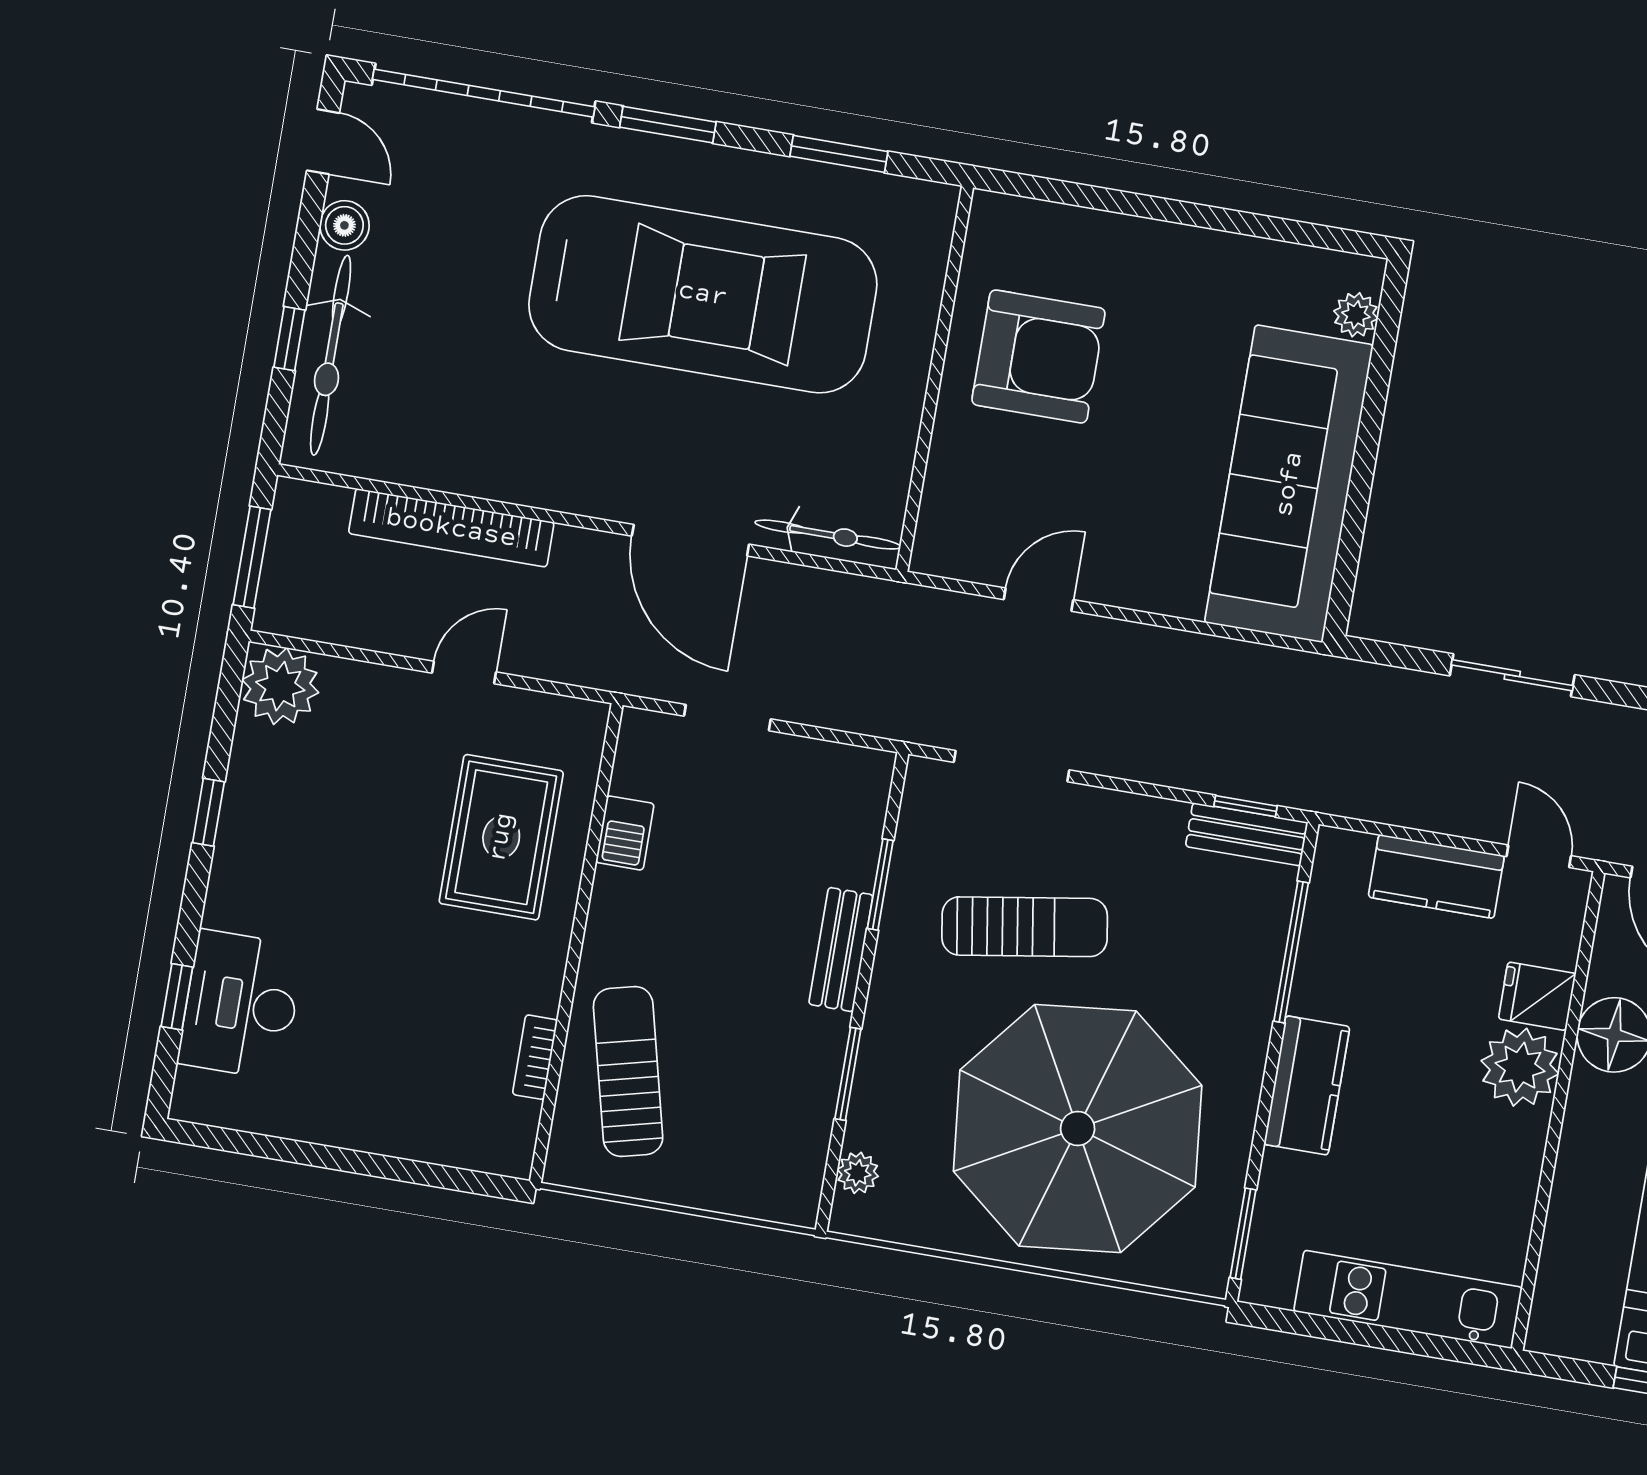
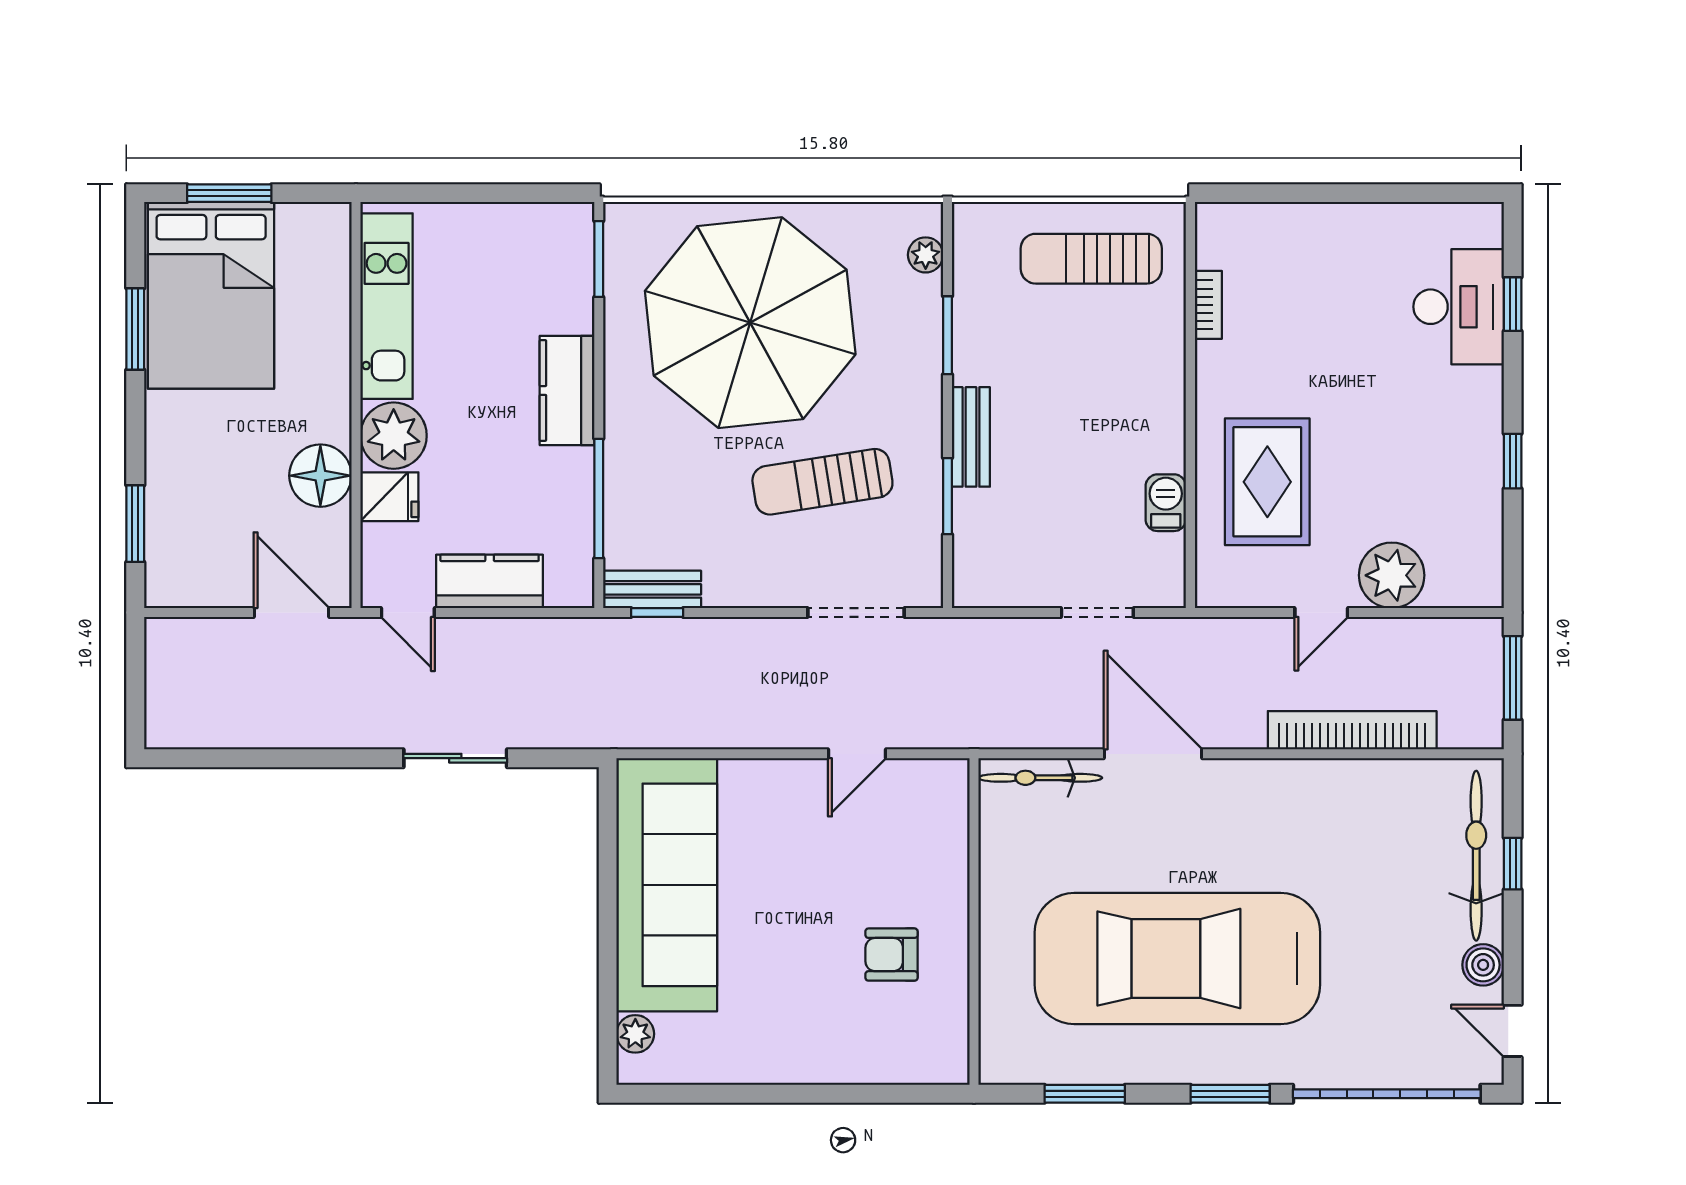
armchair: (1038, 356) -> (892, 955), width x0.53, depth x0.53
plant: (280, 686) -> (1392, 575), moved
sun lounger: (628, 1072) -> (1091, 259), moved, turned 104
kitchen unit: (1408, 1299) -> (387, 306), moved, turned -90

